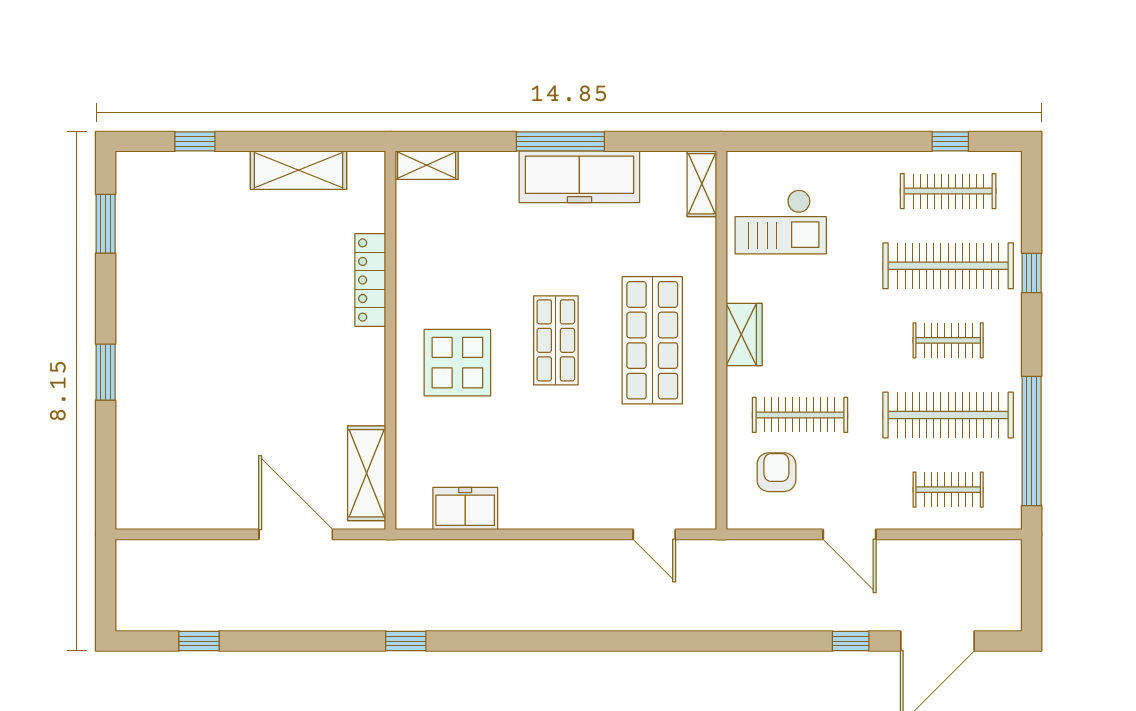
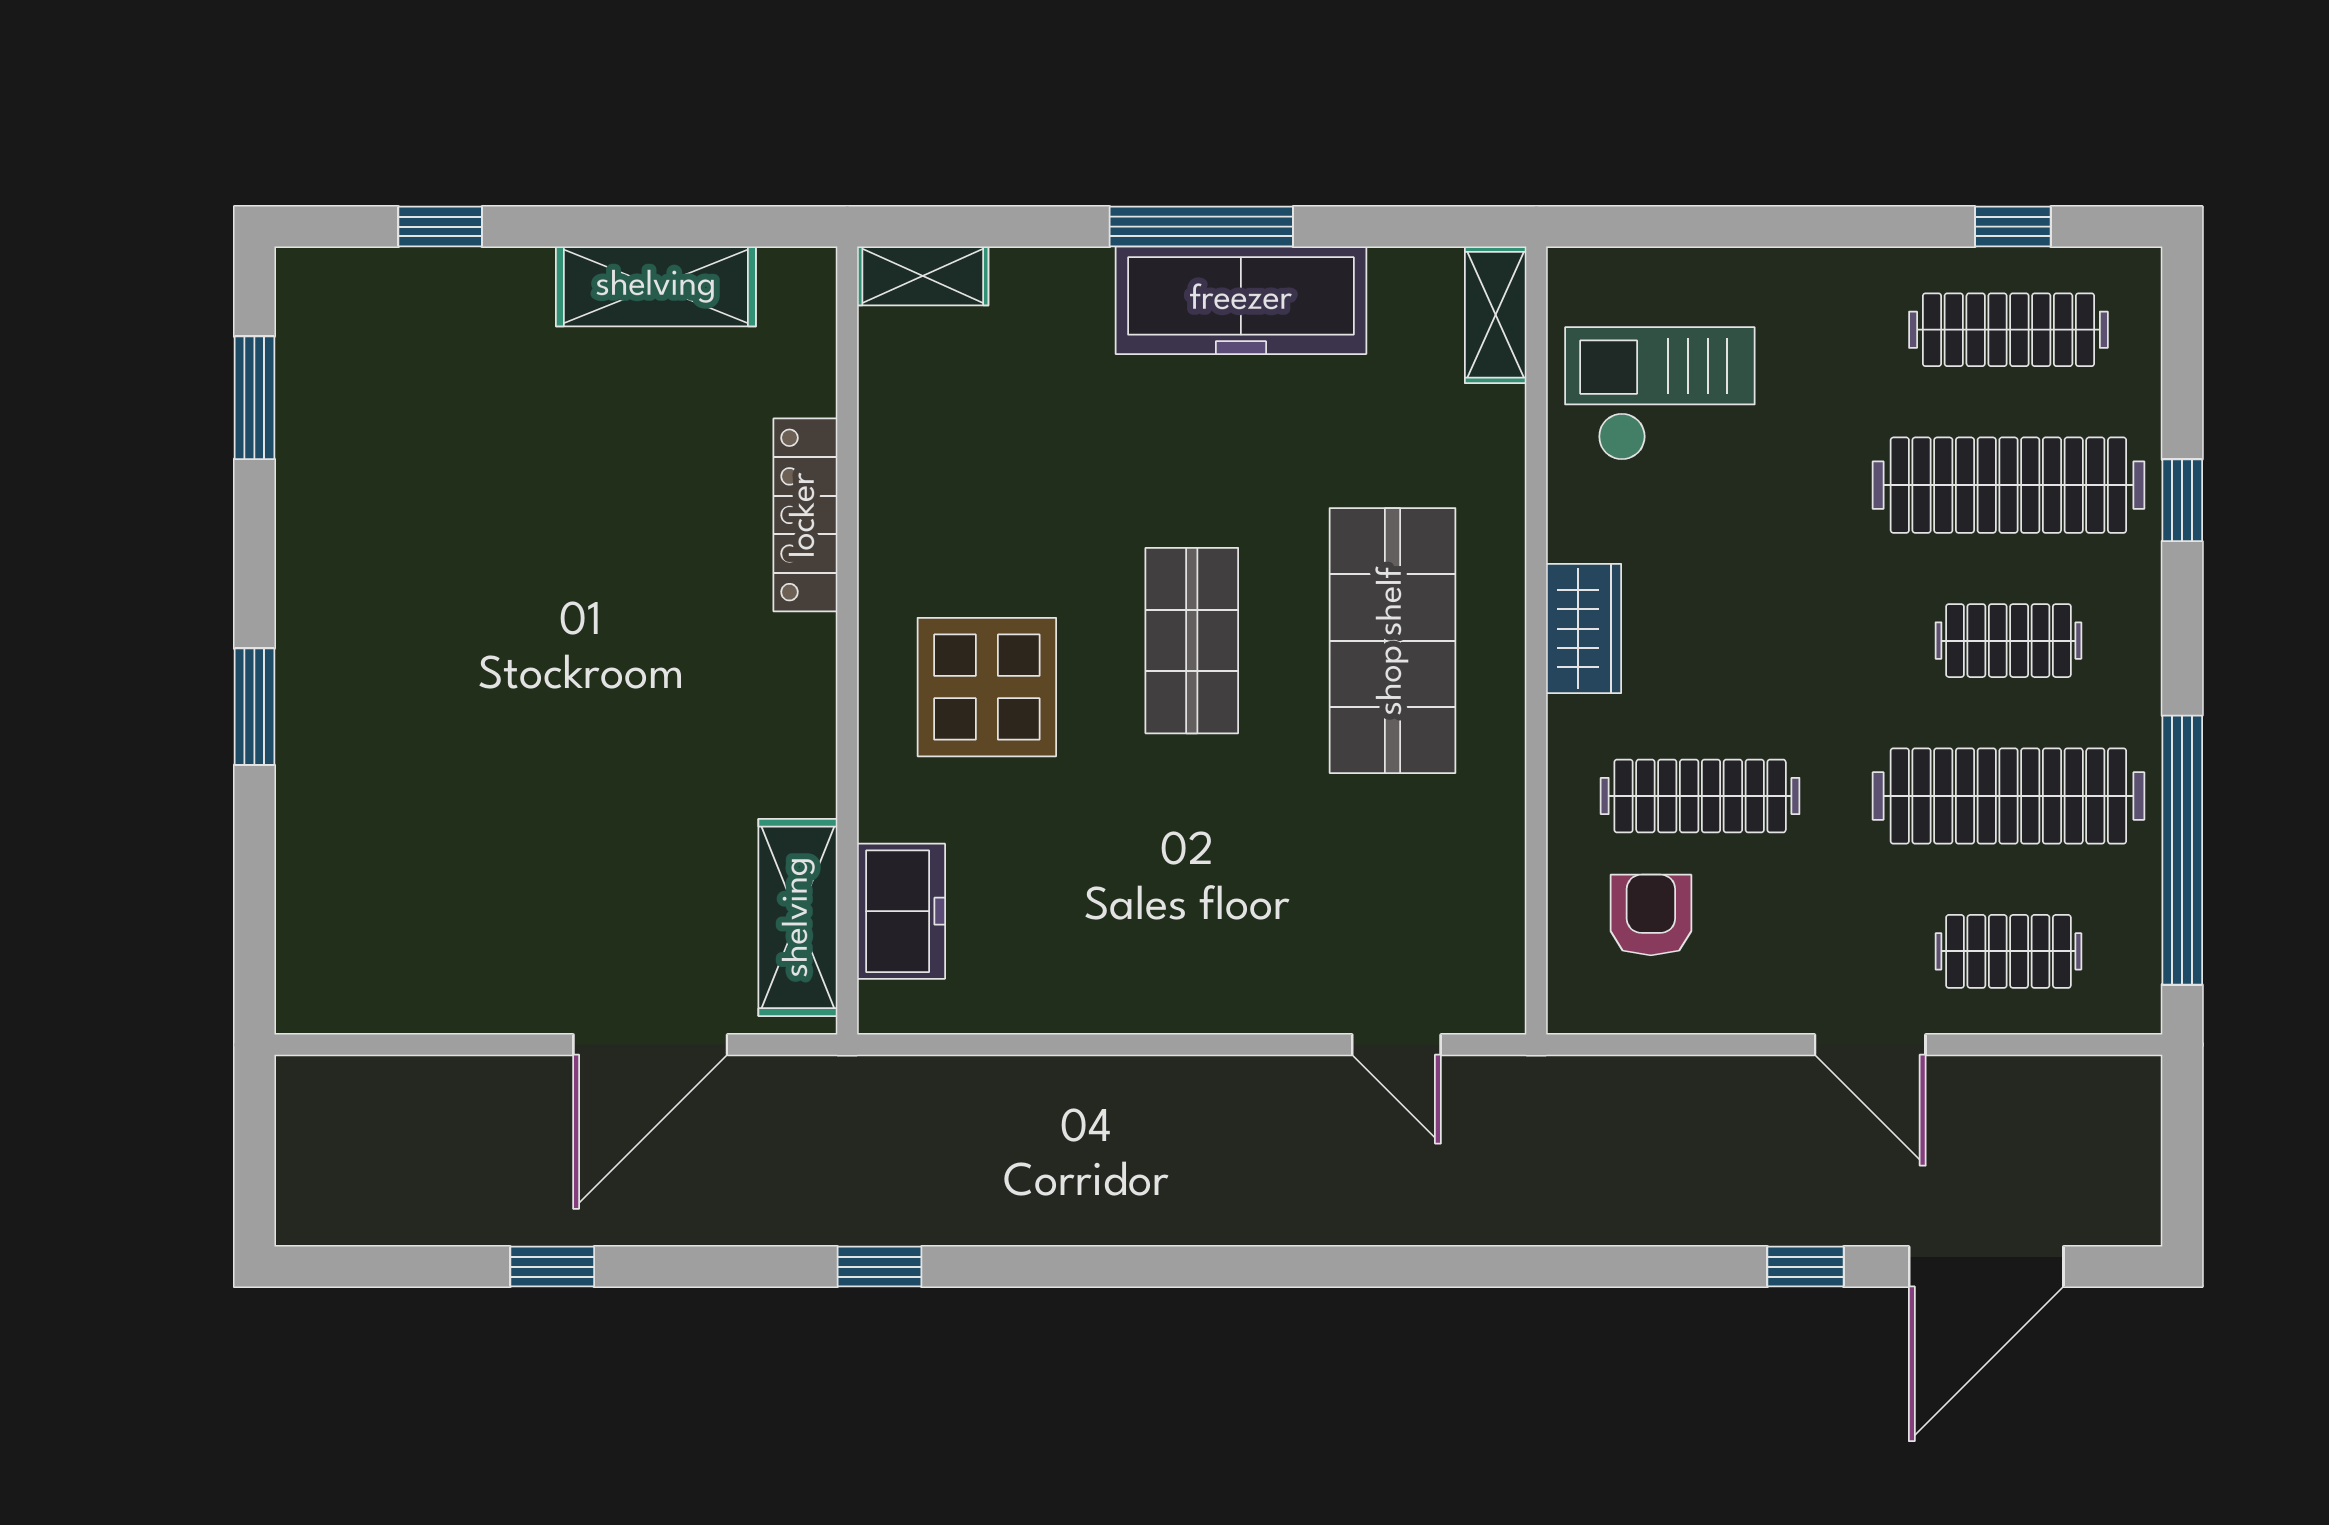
checkout: (781, 222) -> (1660, 394), turned 180
freezer: (465, 509) -> (901, 911), moved, turned 90
door: (296, 534) -> (650, 1045), swing flipped
door: (849, 534) -> (1870, 1045), moved
window: (199, 641) -> (552, 1267), moved

